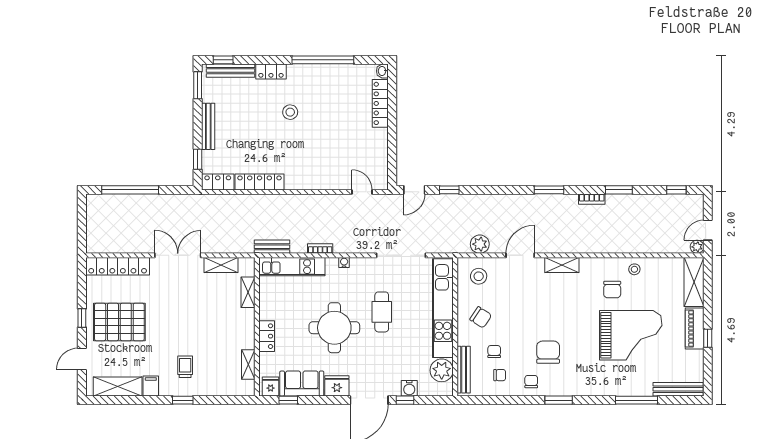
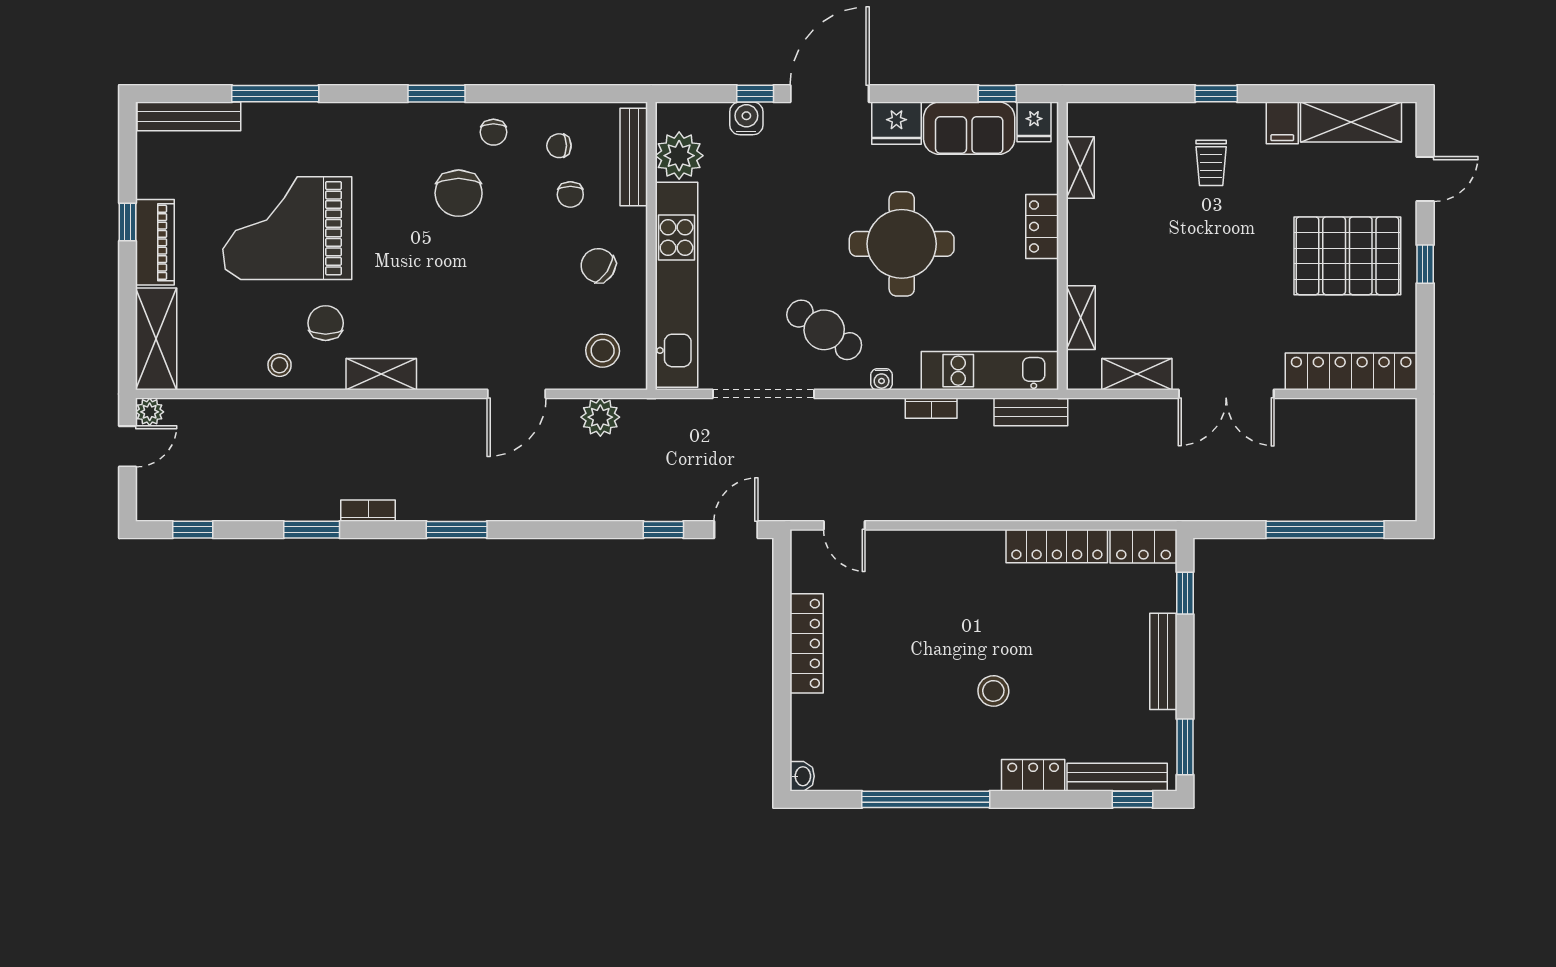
locker: (380, 103) -> (807, 643), moved
shelving: (562, 265) -> (381, 374), moved
cafe table: (382, 312) -> (824, 330), moved, turned -56

